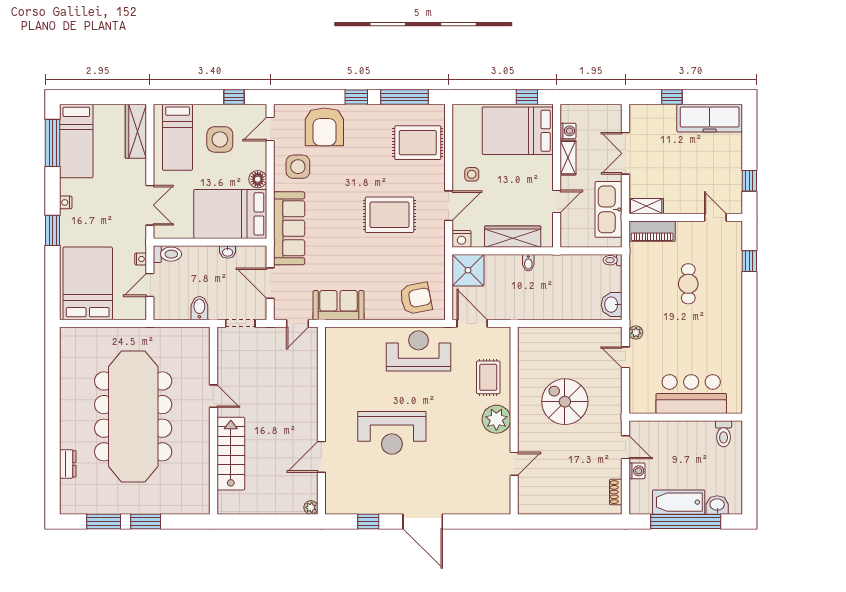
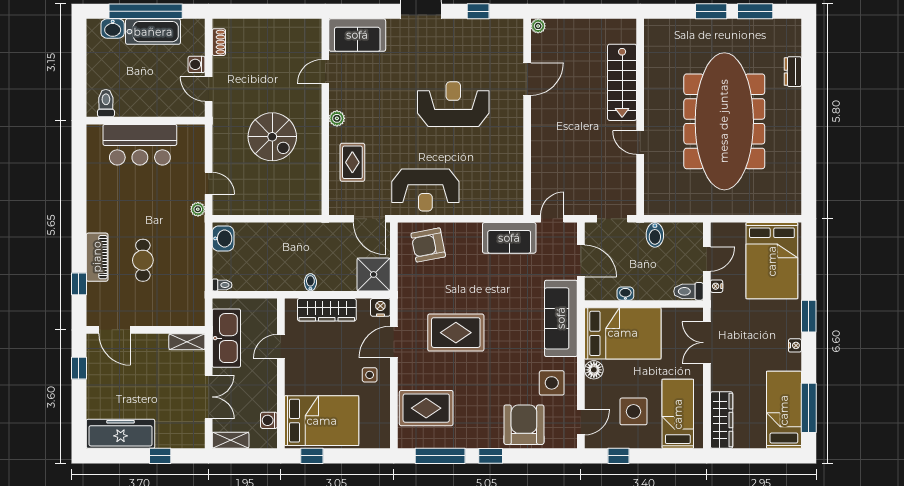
shelving: (568, 158) -> (231, 440), moved, turned 90
door: (715, 217) -> (115, 330), width x1.38
piano: (652, 231) -> (97, 257), moved, turned 90
plant: (496, 419) -> (337, 118), width x0.53, depth x0.53
sofa: (484, 499) -> (357, 35), added

